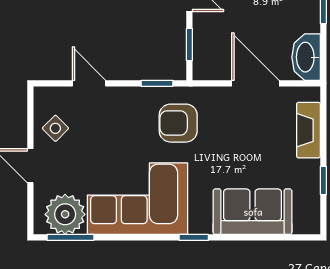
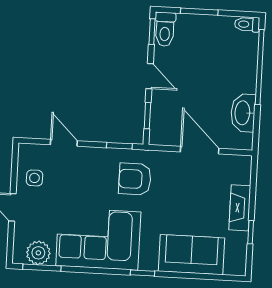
washbasin: (306, 57) -> (243, 113), moved
side table: (55, 128) -> (34, 178), turned 45
fireplace: (308, 130) -> (240, 208), moved
plant: (65, 214) -> (38, 253), width x0.73, depth x0.73

